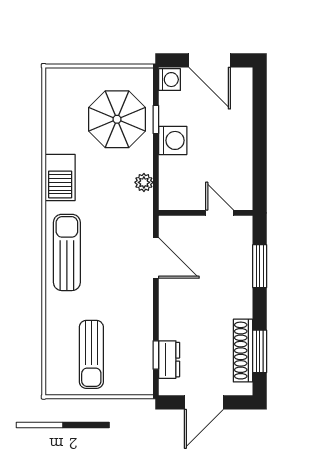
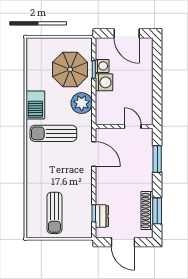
washing machine: (170, 80) -> (102, 66), moved
plant: (144, 182) -> (82, 103), width x1.88, depth x1.88
sun lounger: (67, 252) -> (53, 133), moved, turned -90
door: (204, 402) -> (123, 242), hinge flipped

